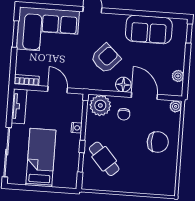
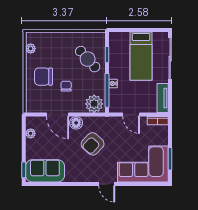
sofa: (149, 29) -> (45, 171), moved
plant: (176, 106) -> (31, 49), moved
chair: (124, 114) -> (66, 86), moved

